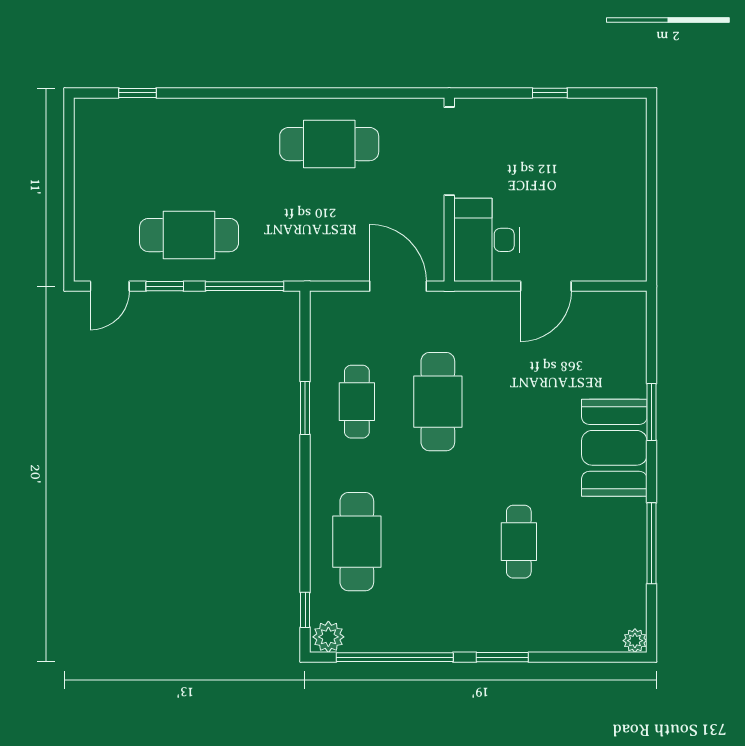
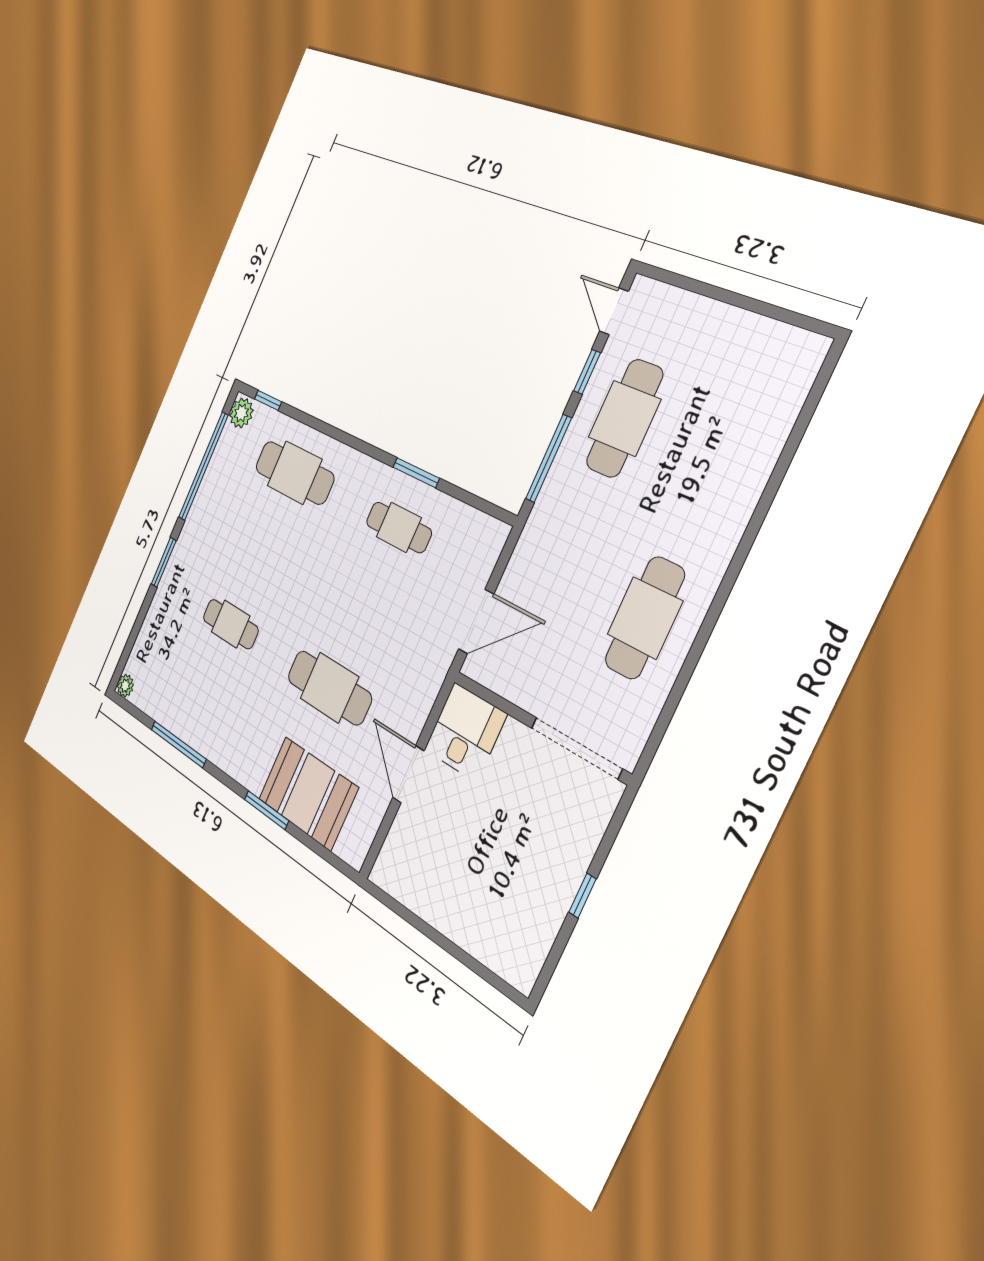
window: (138, 93) -> (804, 418), removed
desk: (487, 240) -> (465, 732), width x0.73
cafe table: (438, 402) -> (329, 688), moved
booth: (614, 448) -> (308, 793), moved

